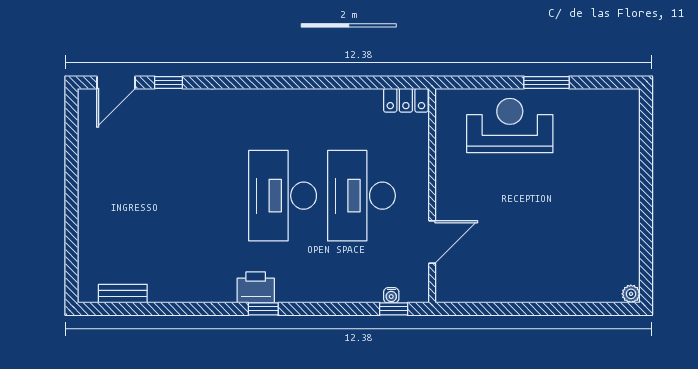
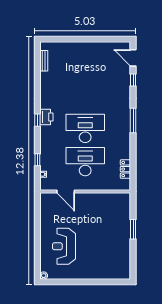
window: (264, 82) -> (133, 120), added
window: (547, 82) -> (133, 229), moved
locker: (406, 100) -> (125, 169), moved
reception desk: (510, 125) -> (64, 246), moved, turned 180
window: (394, 309) -> (37, 160), moved

